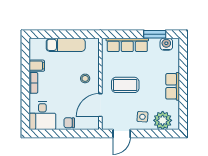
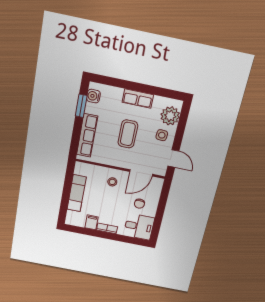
coffee table: (125, 85) -> (128, 134), moved
door: (100, 105) -> (141, 173), hinge flipped
chair: (69, 123) -> (139, 204), moved

